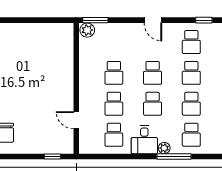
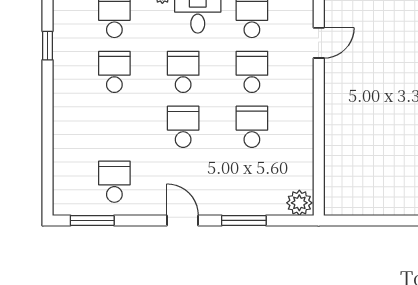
window: (95, 20) -> (244, 220), moved
window: (204, 20) -> (92, 220), width x1.50
school desk: (191, 73) -> (114, 127), removed
door: (76, 120) -> (319, 43), hinge flipped

